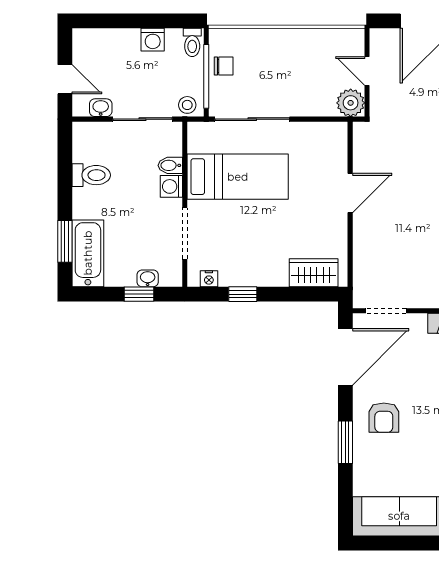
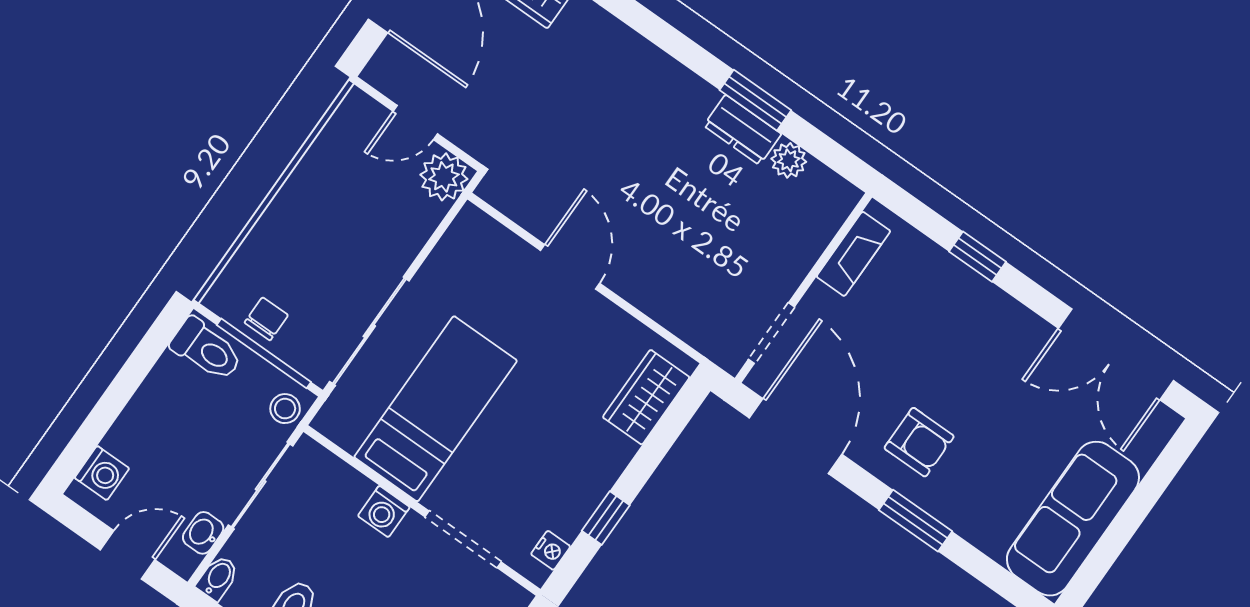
washing machine: (153, 40) -> (102, 473), moved
toilet: (192, 42) -> (207, 350), width x1.37, depth x1.39
bidet: (170, 165) -> (218, 578), moved, turned 180

